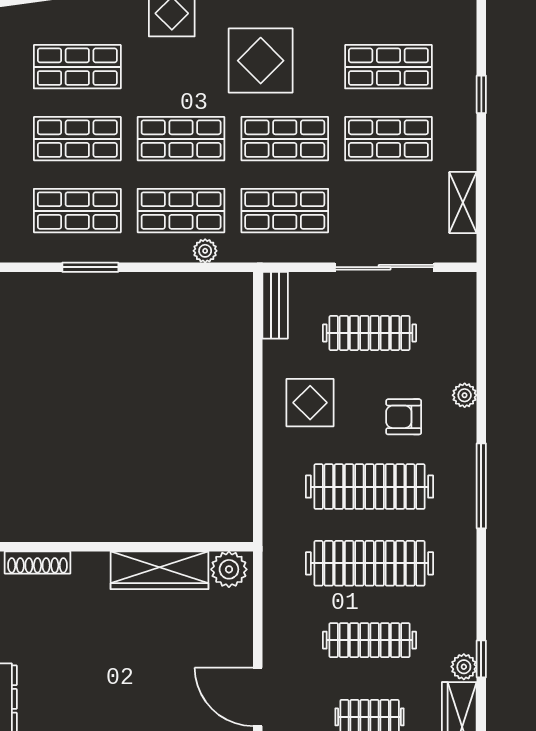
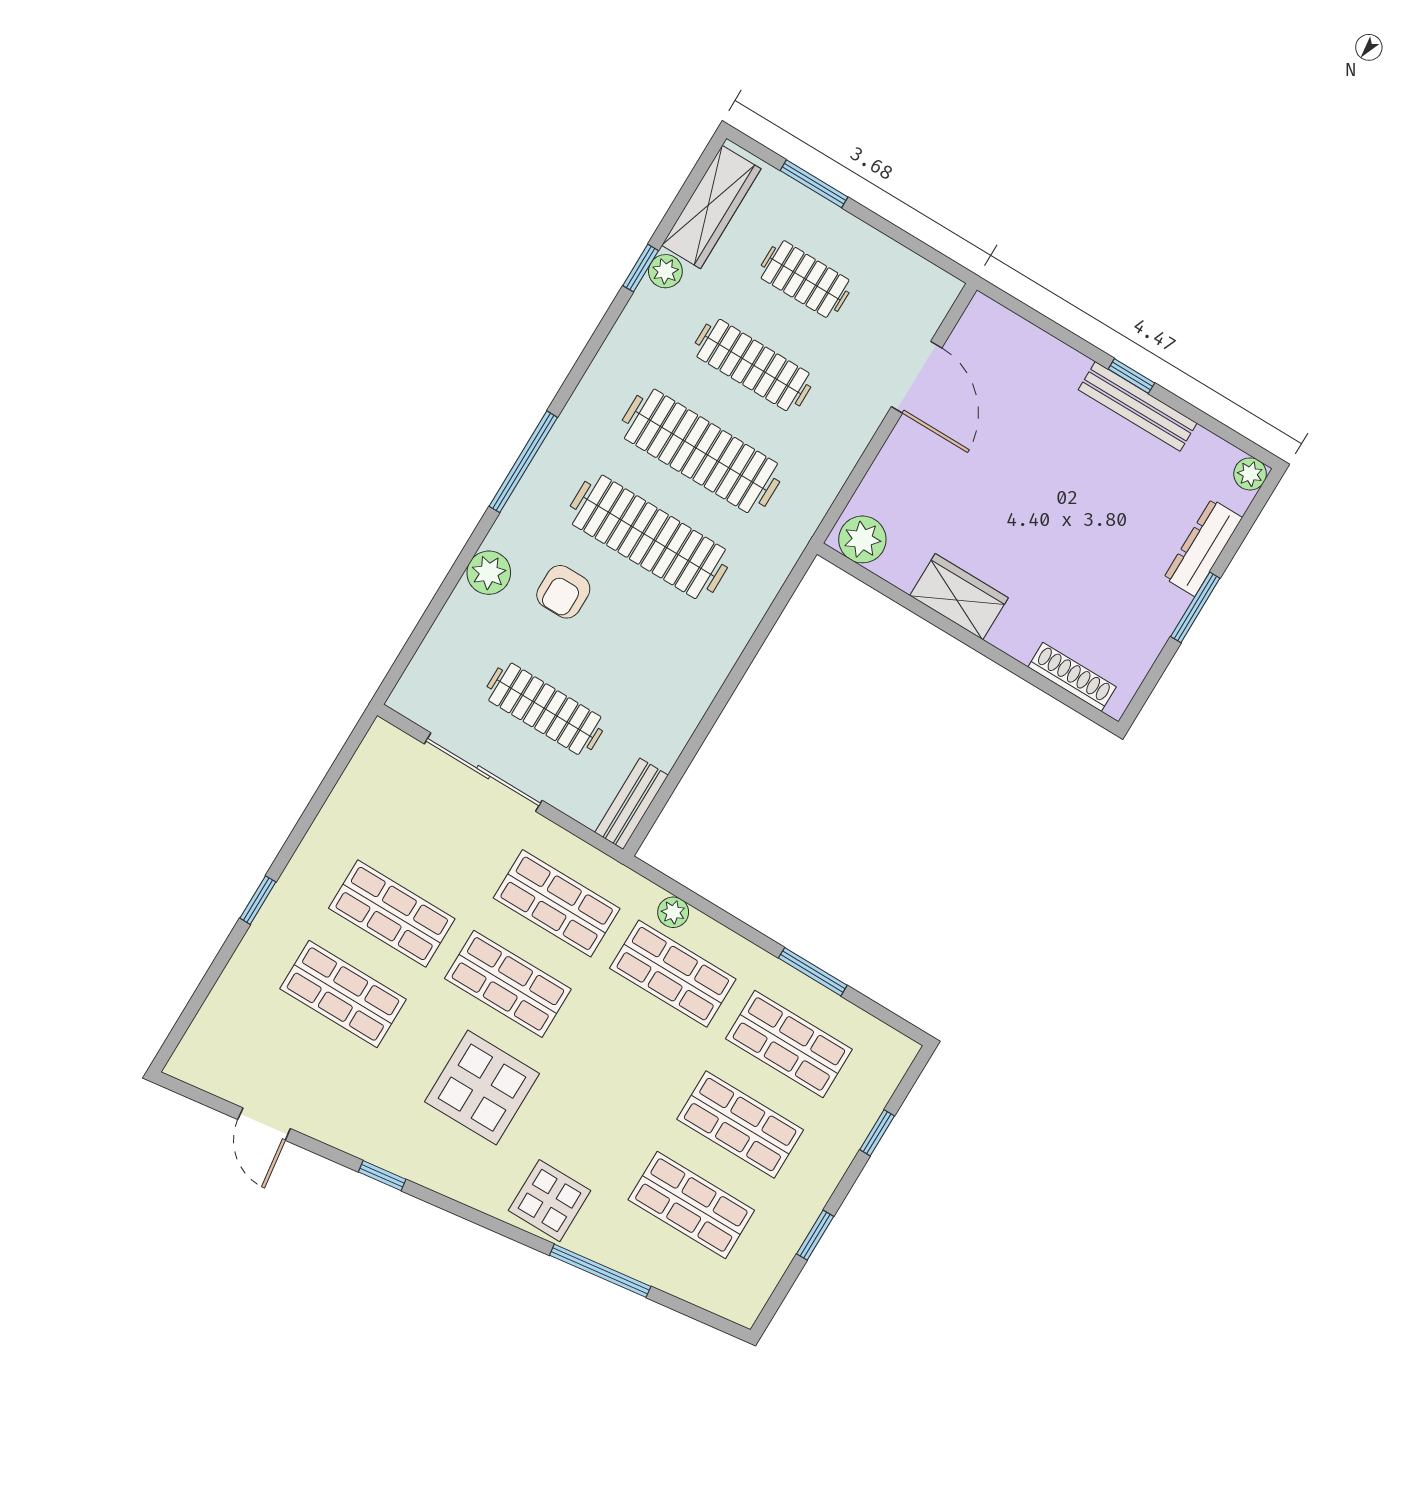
shop shelf: (181, 139) -> (624, 1054), removed
shelving: (463, 203) -> (352, 792), removed
plant: (465, 395) -> (489, 573), width x1.38, depth x1.38
display table: (310, 403) -> (659, 671), removed
armchair: (404, 417) -> (563, 592), turned 90
wardrobe: (159, 570) -> (959, 597), width x0.67

